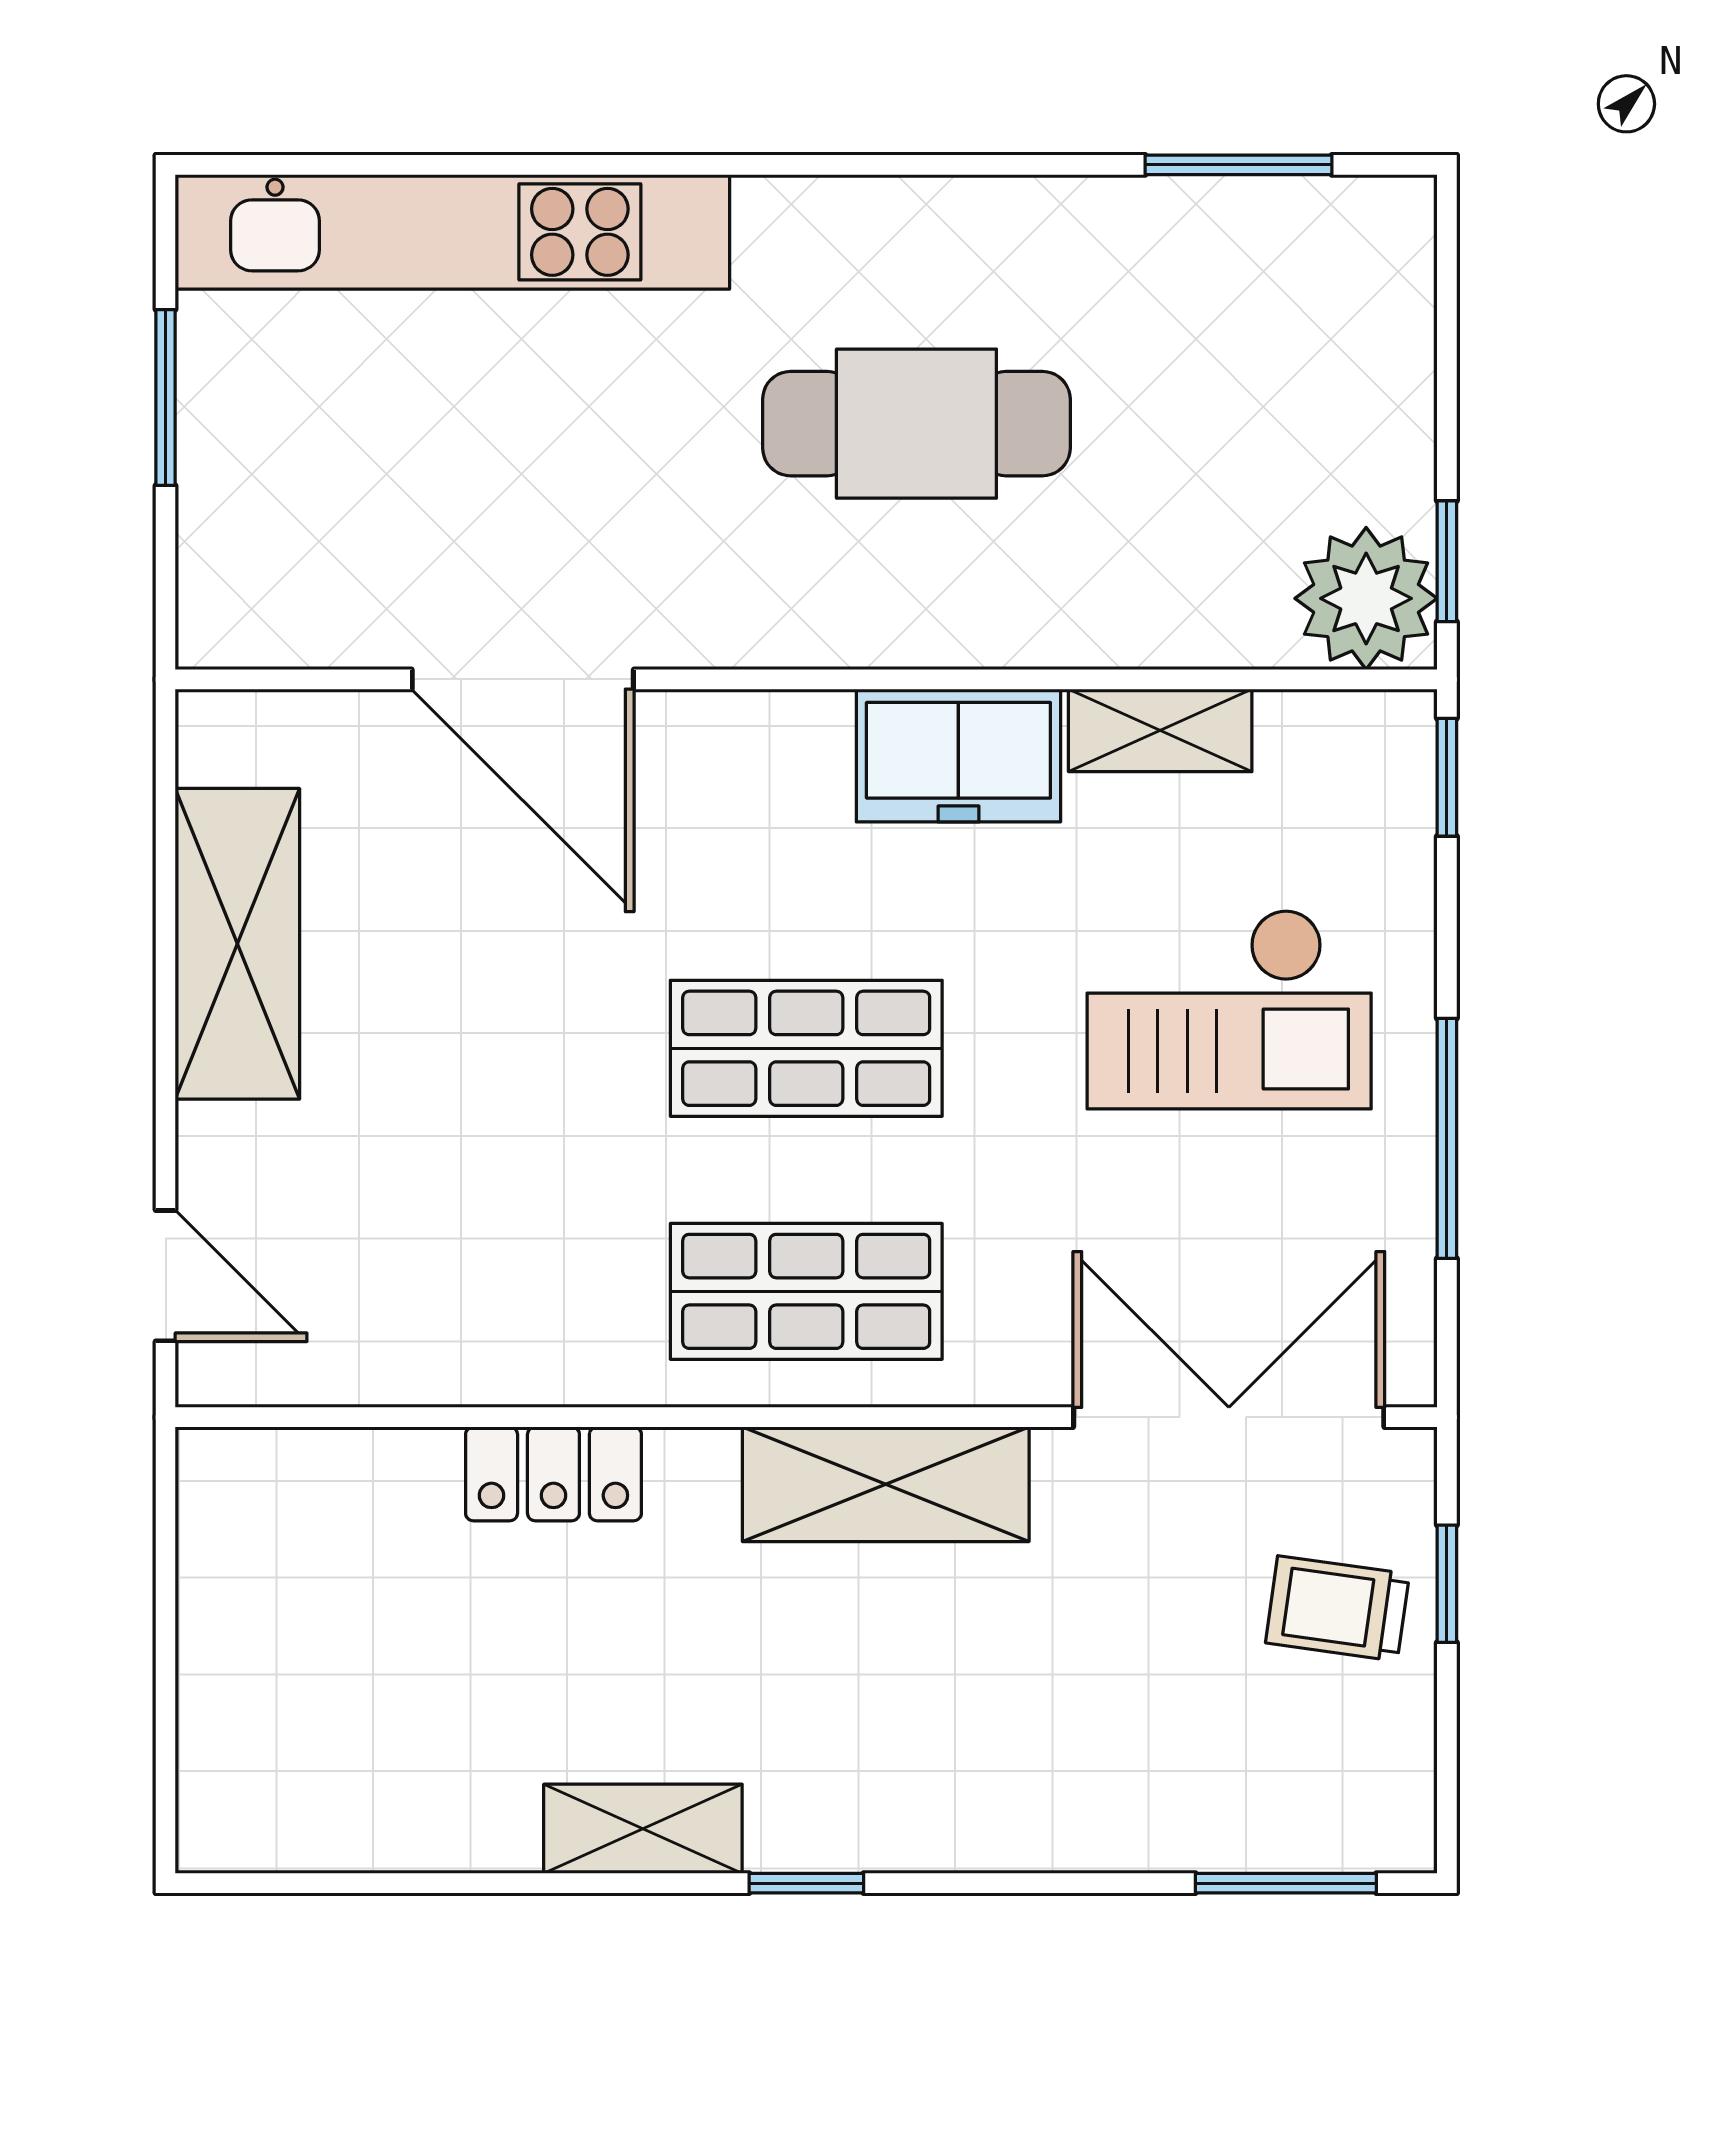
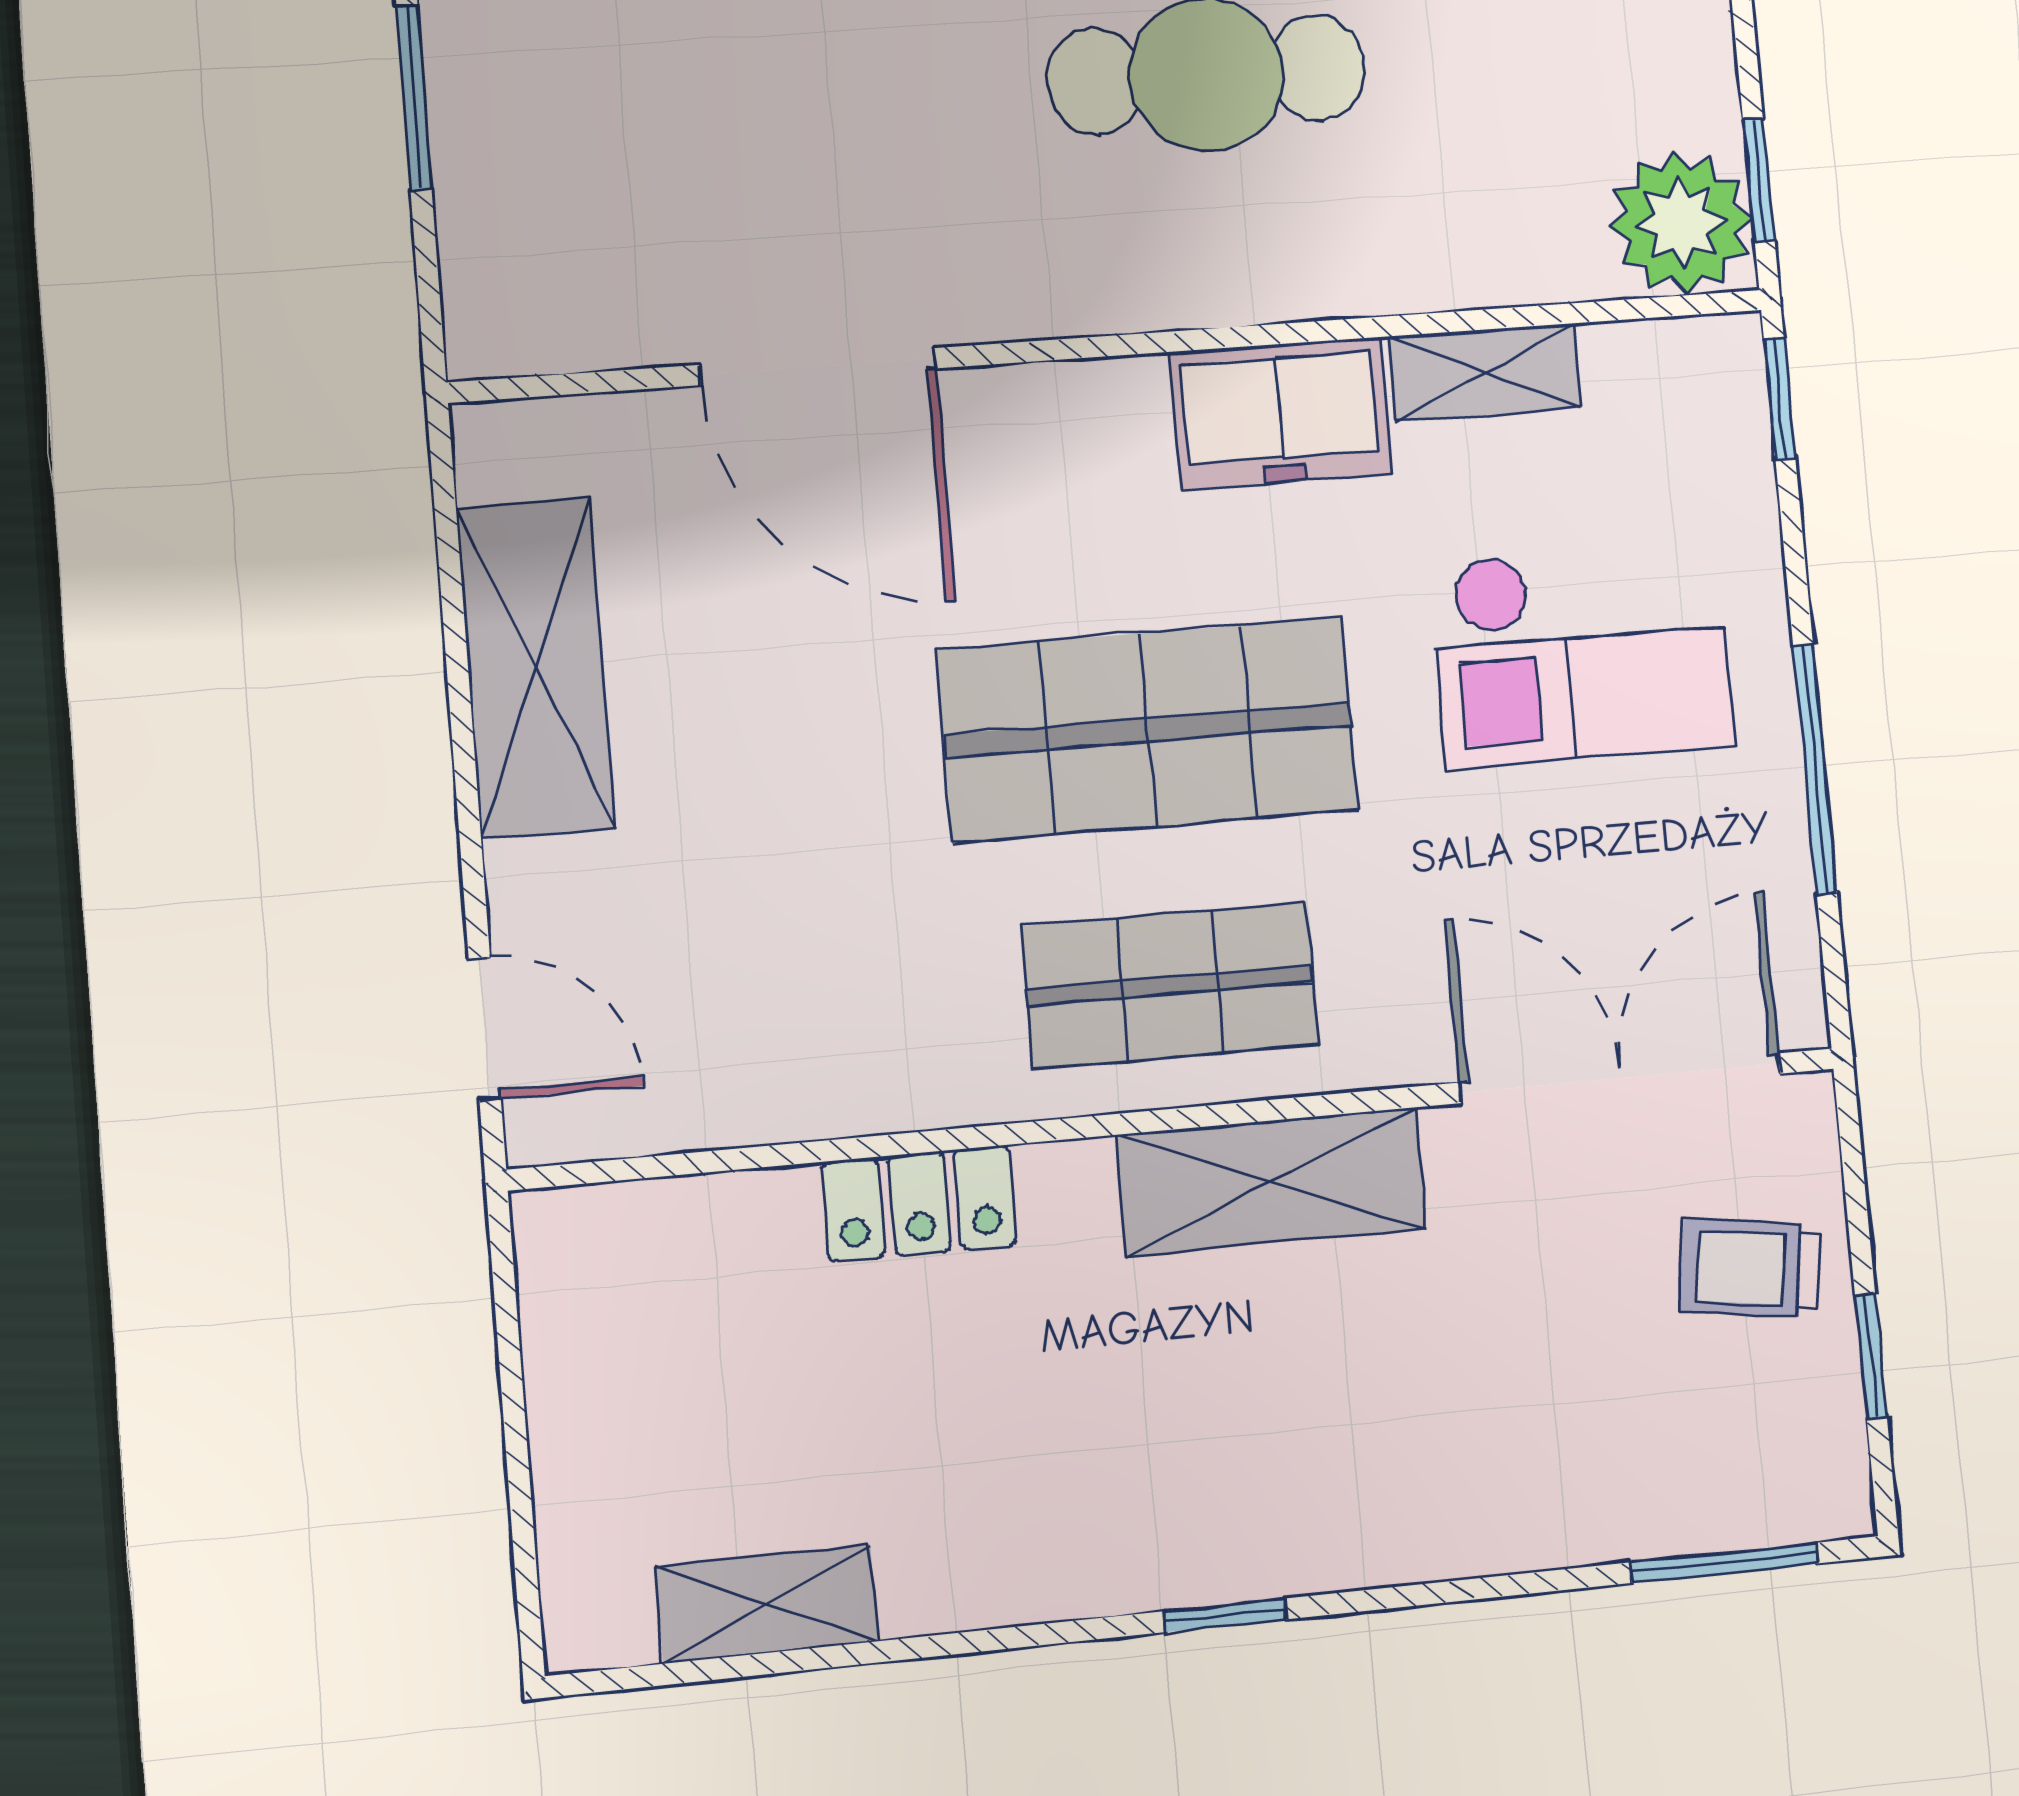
shop shelf: (806, 1048) -> (1148, 730), width x1.43, depth x1.36
window: (1447, 1584) -> (1871, 1356), moved
shelving: (643, 1829) -> (767, 1604), moved

